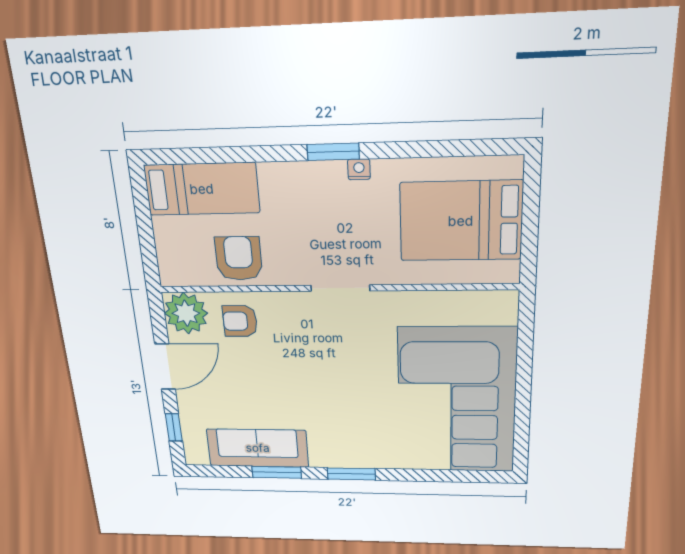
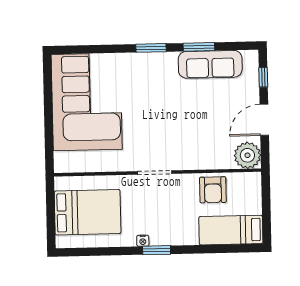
armchair: (240, 321) -> (215, 151), removed

